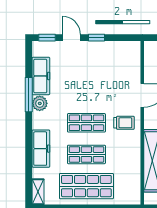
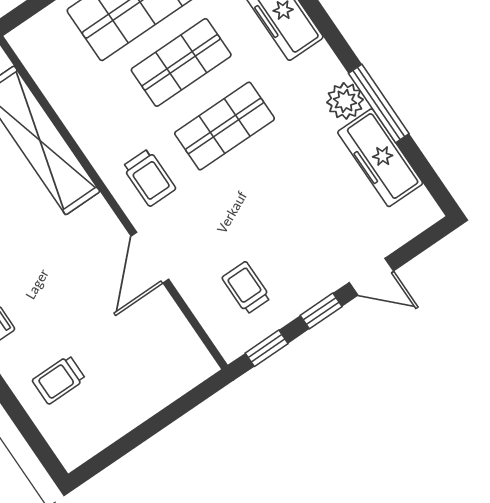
window: (47, 38) -> (267, 348), moved
trolley: (117, 63) -> (246, 288), added
trolley: (124, 123) -> (149, 178), turned -90

